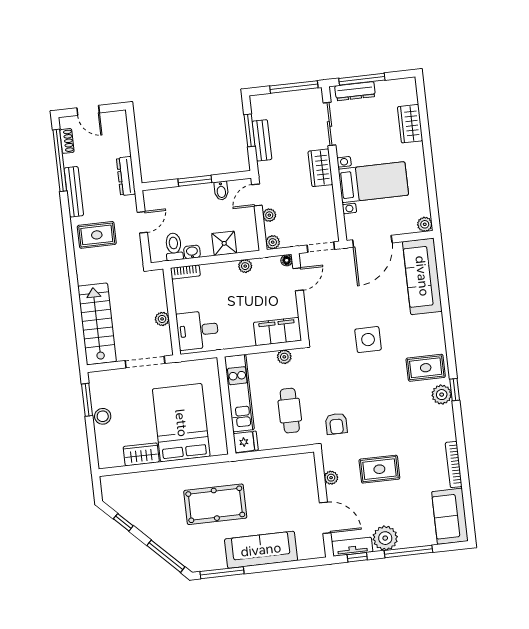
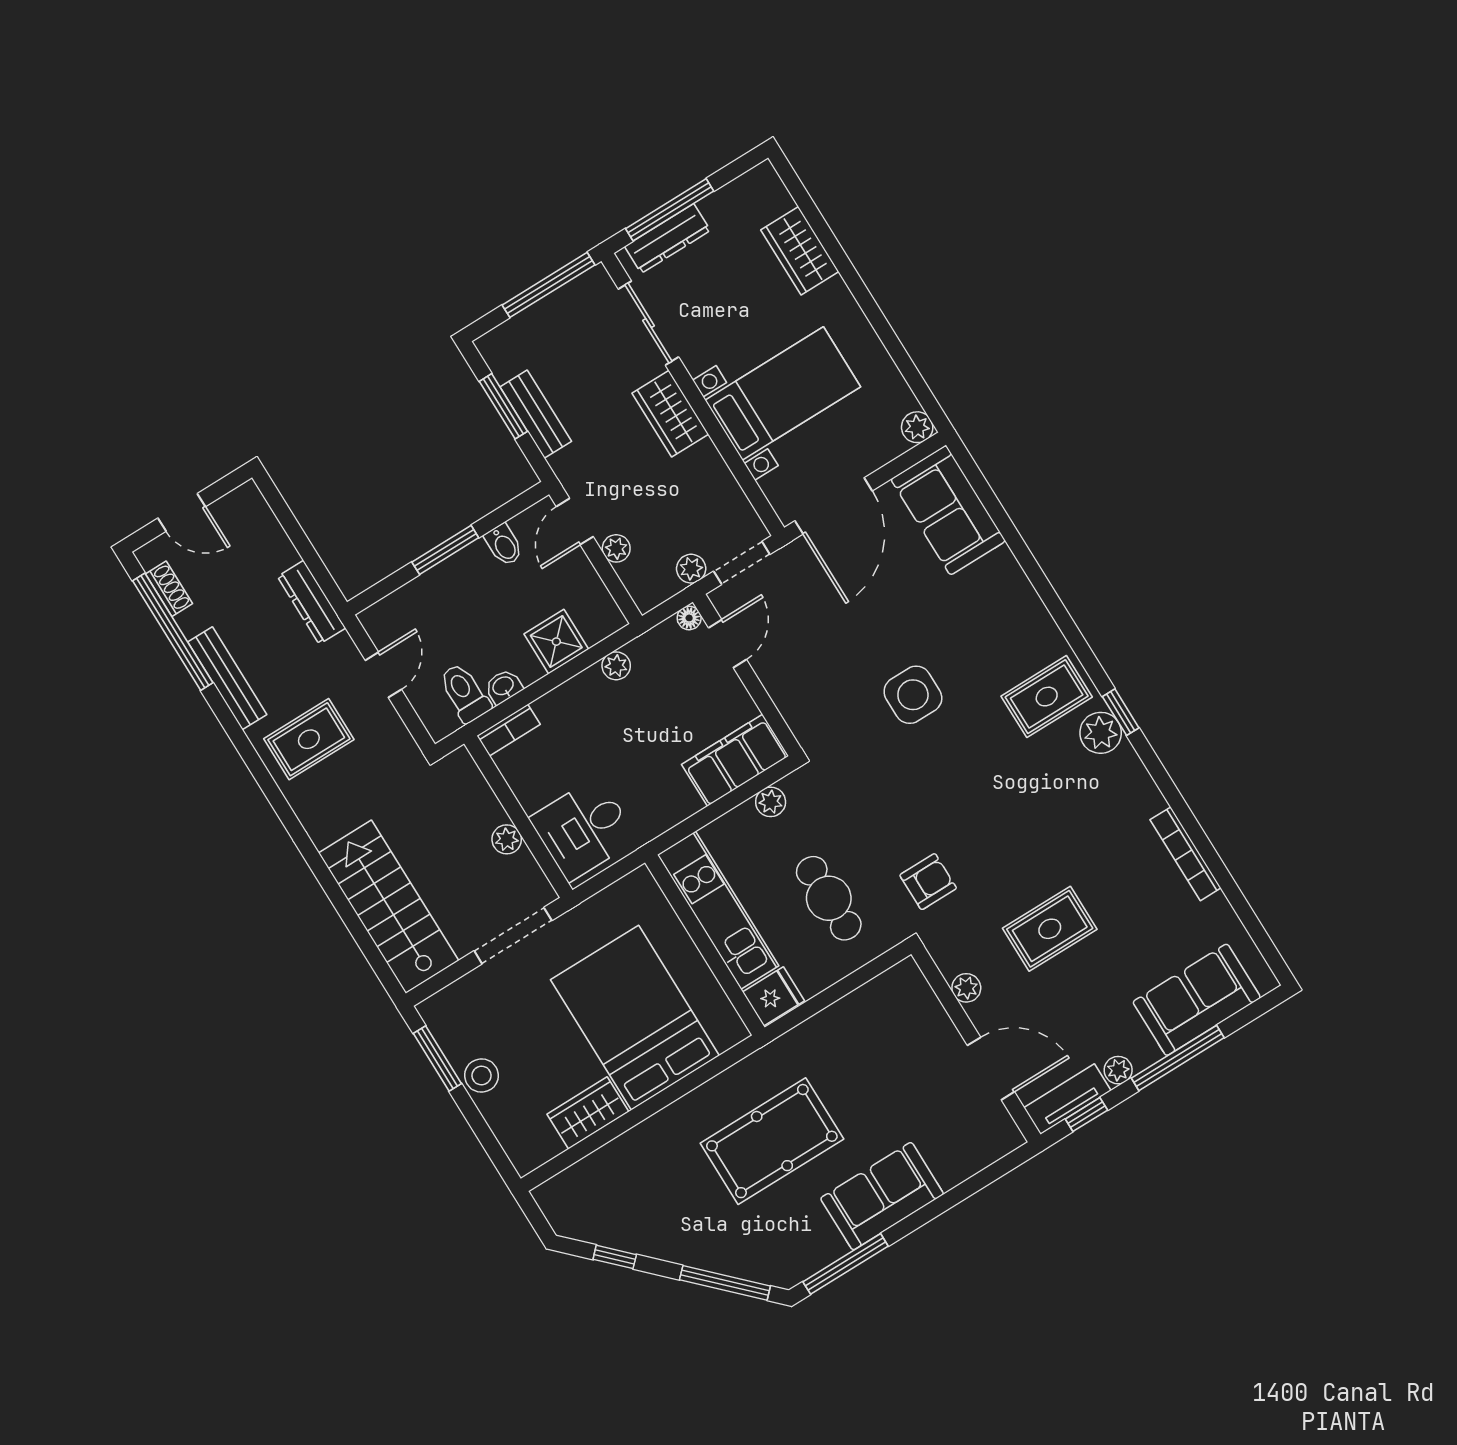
plant: (273, 242) -> (691, 569), moved
sofa: (422, 276) -> (948, 510), width x0.73
armchair: (336, 424) -> (928, 882), turned -90
sofa: (450, 516) -> (1197, 1000), moved, turned 90
plant: (385, 538) -> (1118, 1070), width x0.53, depth x0.53
sofa: (261, 550) -> (882, 1196), width x0.73

